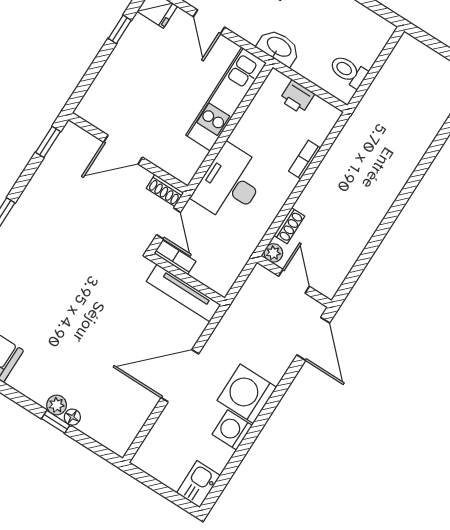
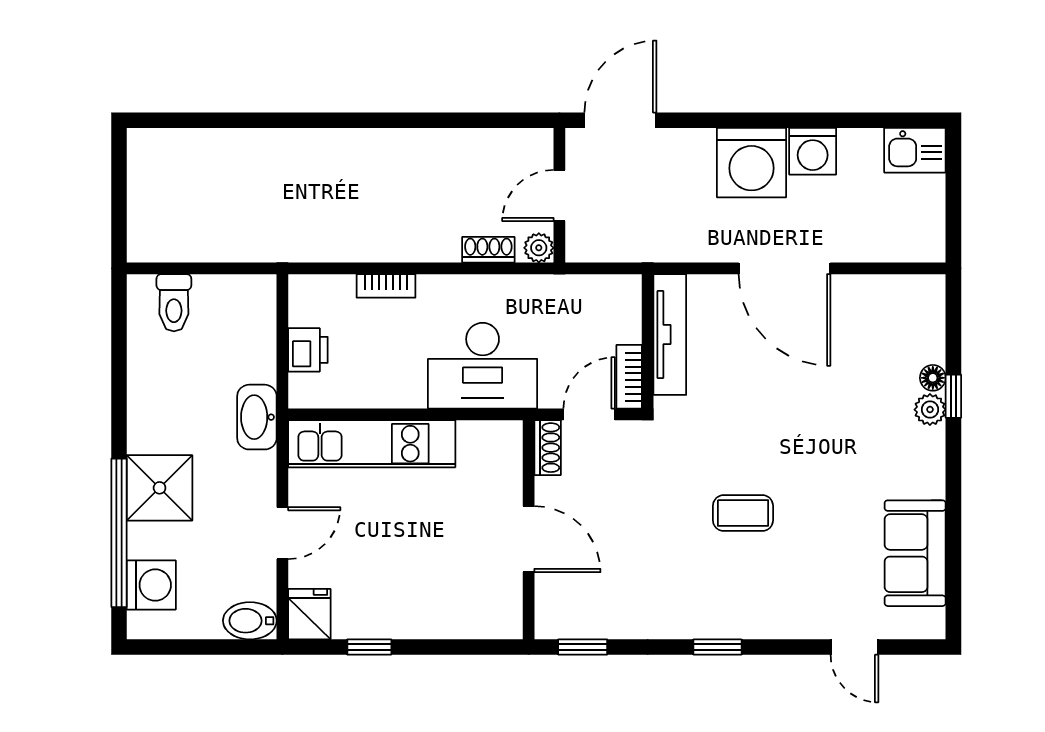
toilet: (348, 71) -> (174, 303), moved
coffee table: (65, 272) -> (743, 513), added

